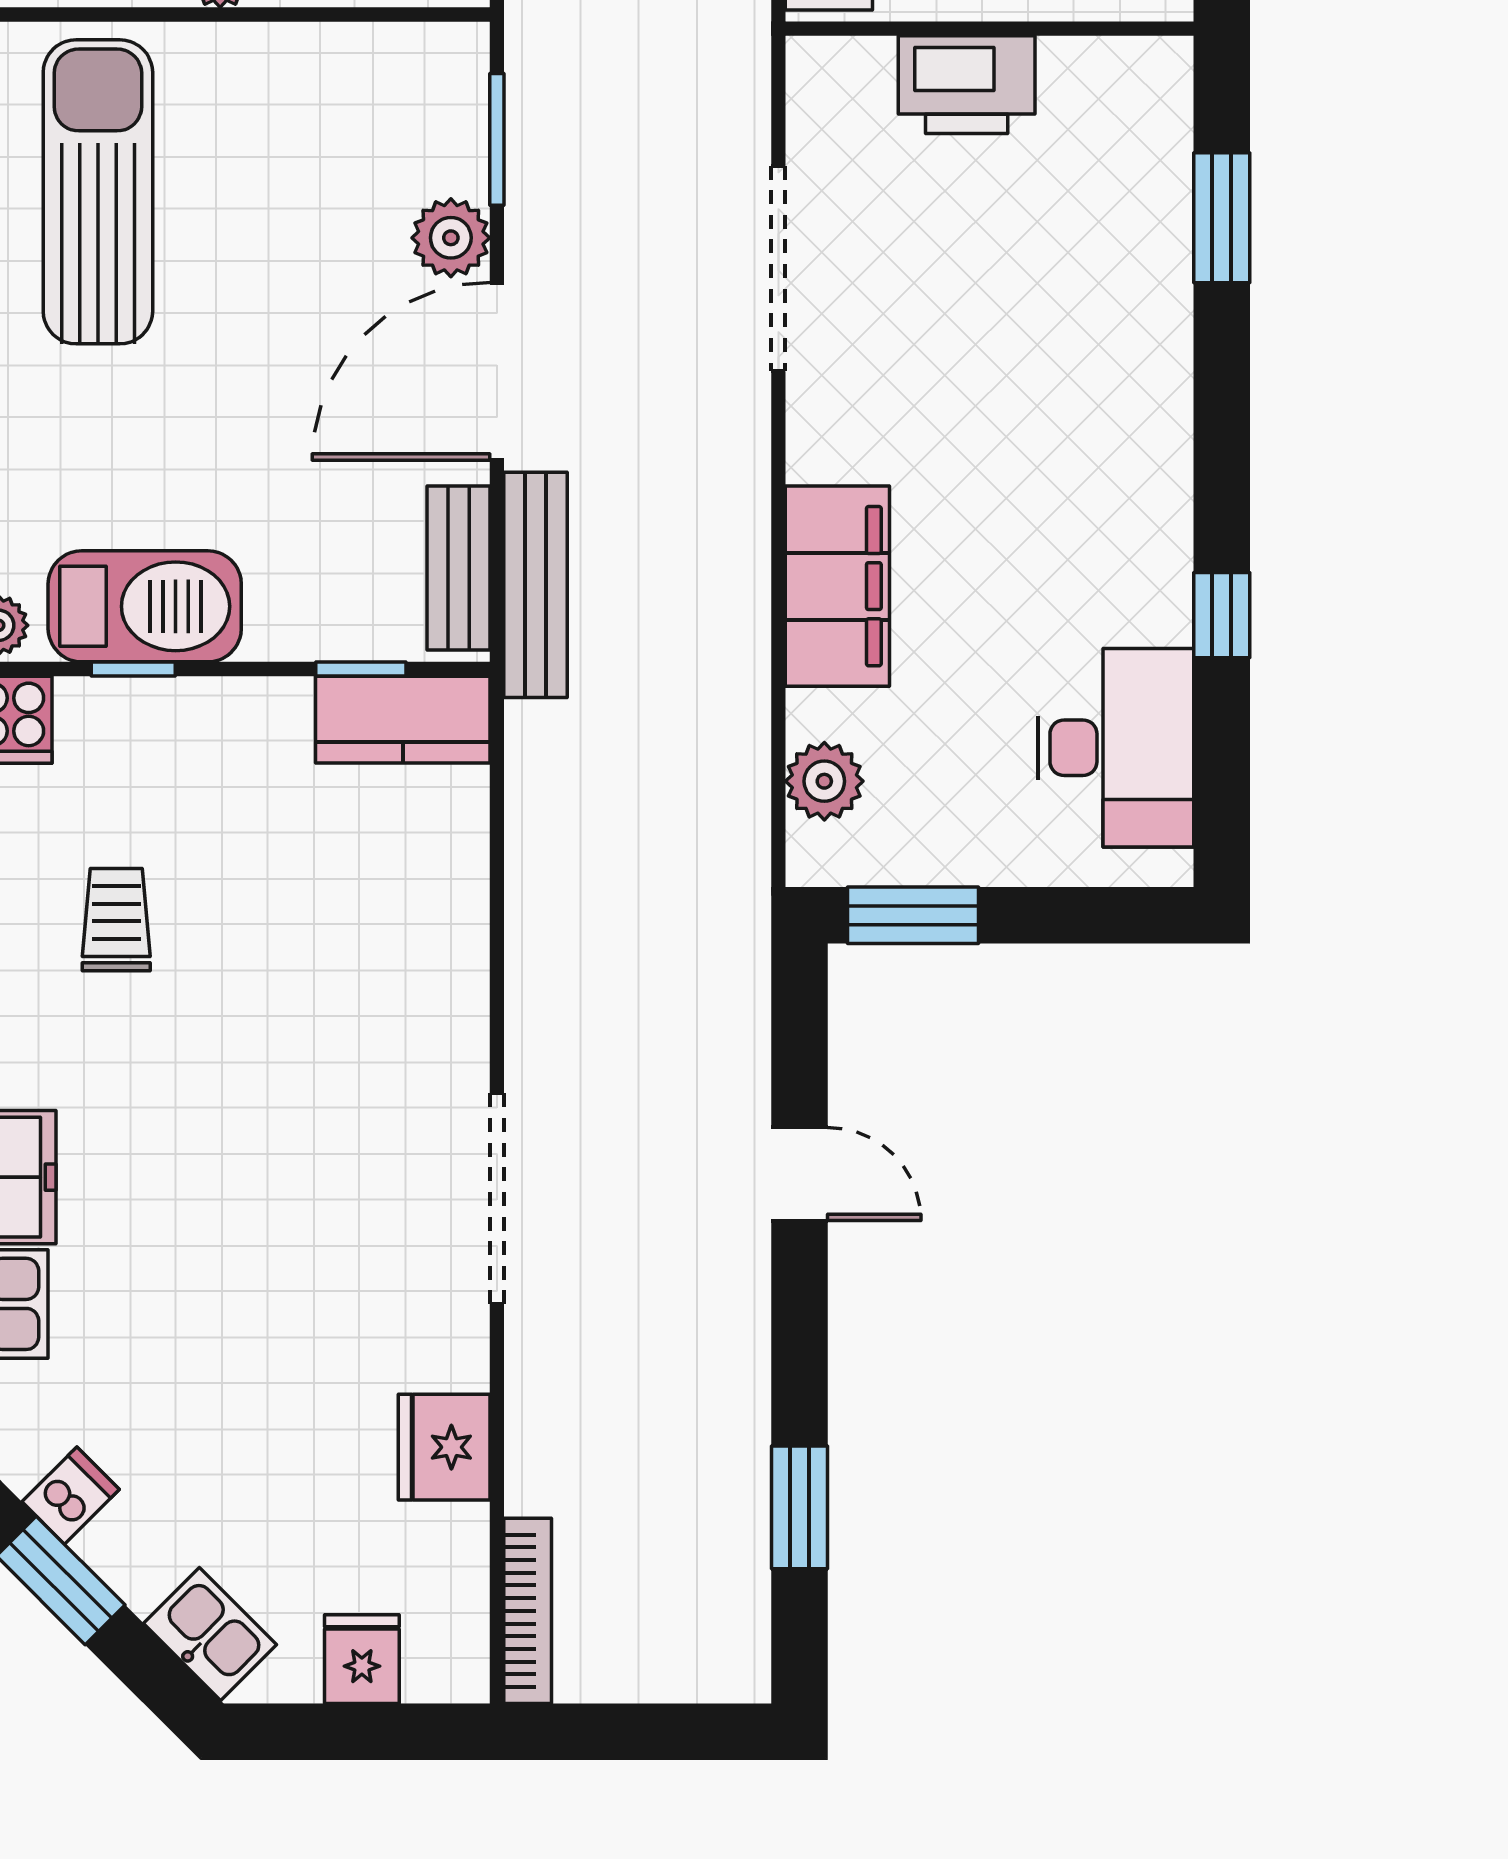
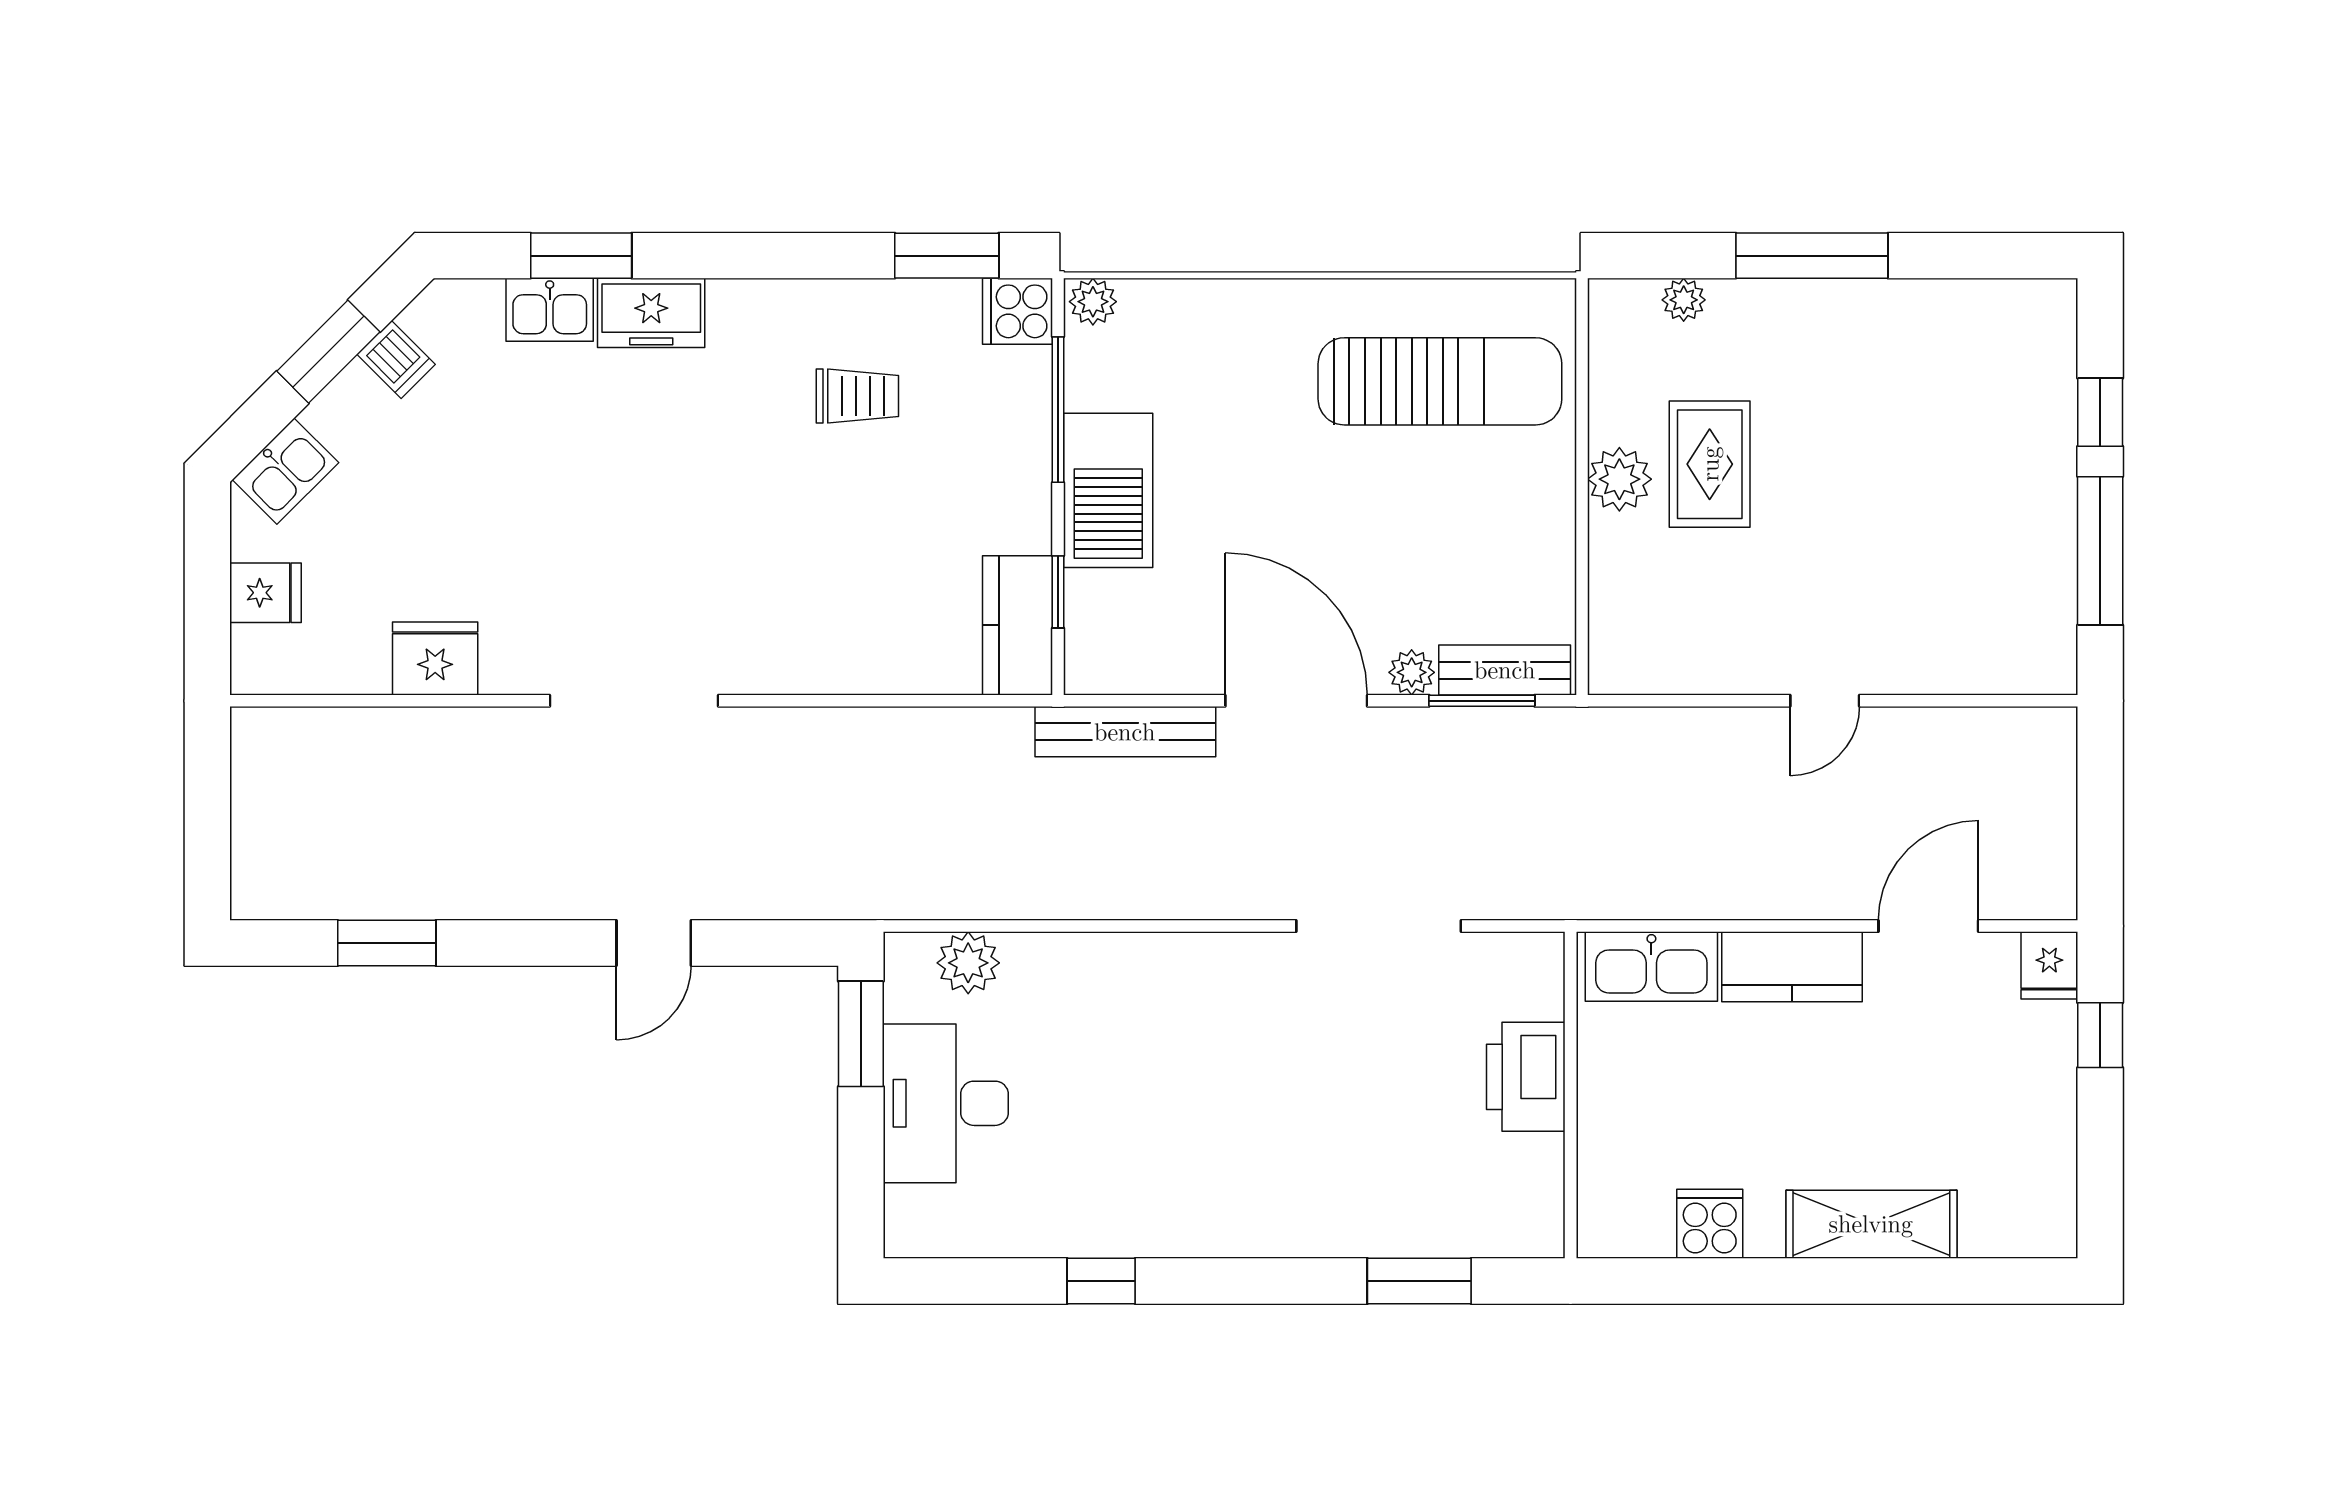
plant: (451, 238) -> (1412, 672), width x0.73, depth x0.73
bench: (459, 568) -> (1505, 670), moved
filing cabinet: (837, 586) -> (1124, 973), removed
barbecue: (145, 606) -> (1108, 490), moved
window: (133, 669) -> (1058, 410), width x2.17
desk: (1116, 748) -> (946, 1103), moved, turned 90
bookcase: (528, 1611) -> (304, 725), removed

